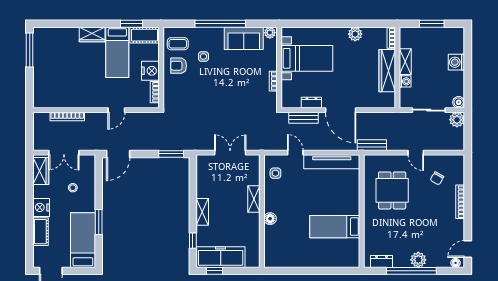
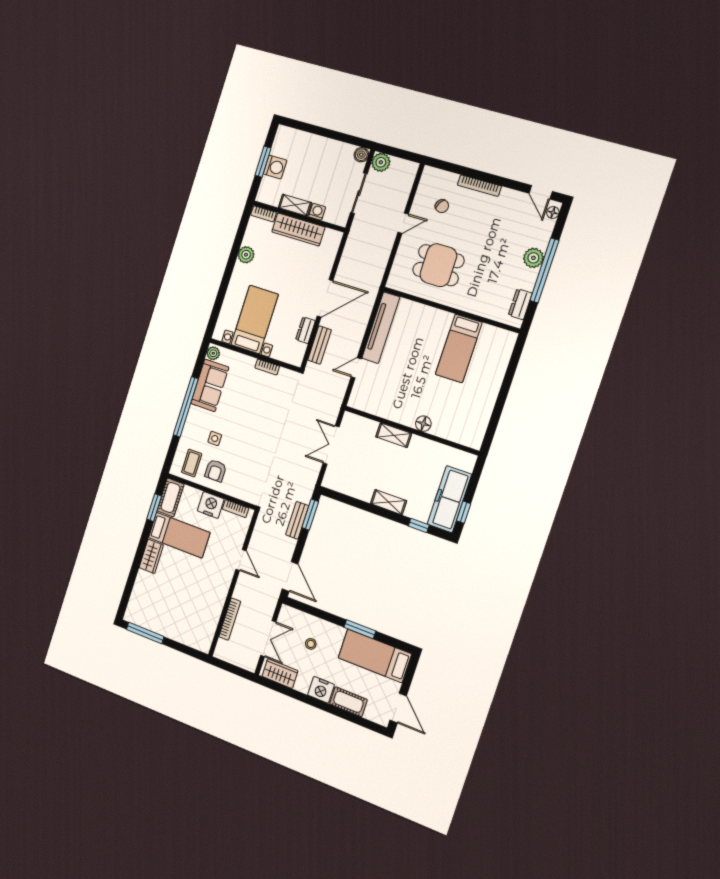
washing machine: (456, 62) -> (275, 167), moved, turned -90
bench: (372, 145) -> (297, 520), moved
side table: (275, 173) -> (372, 399), removed

